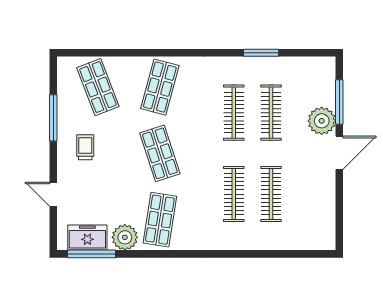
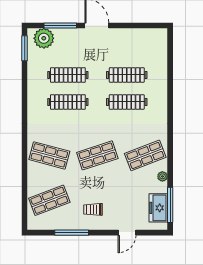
window: (261, 53) -> (25, 48), moved
plant: (322, 121) -> (44, 38), moved
shop shelf: (160, 220) -> (145, 155), turned -30
plant: (125, 237) -> (162, 176), width x0.53, depth x0.53

